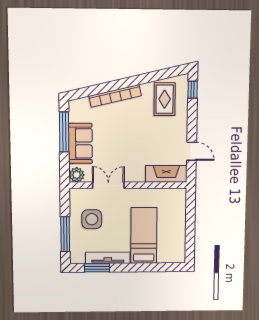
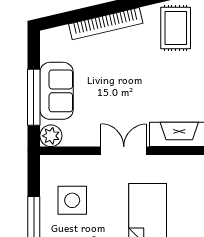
window: (64, 132) -> (34, 97), moved
double door: (108, 185) -> (124, 151), moved

